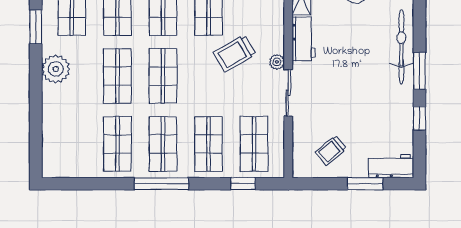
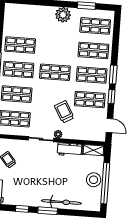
shop shelf: (117, 76) -> (57, 48), removed

